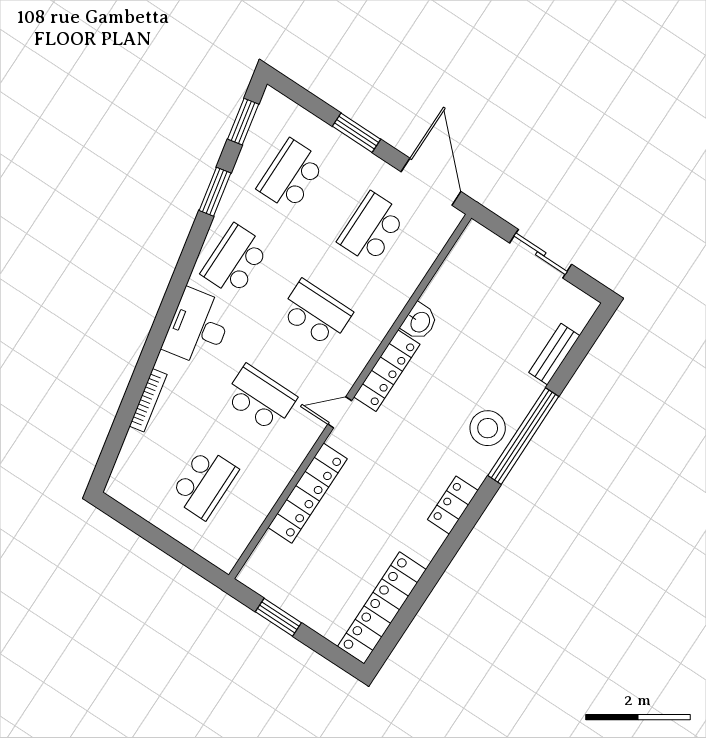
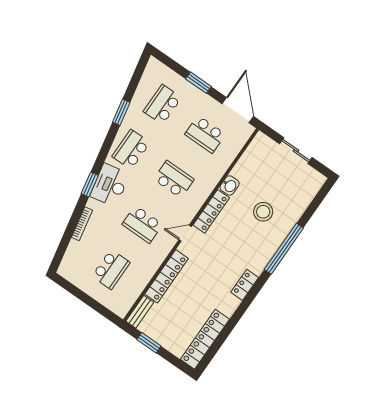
window: (243, 122) -> (90, 185), moved
school desk: (372, 228) -> (205, 134), turned -90
bench: (554, 354) -> (140, 312), moved
school desk: (260, 398) -> (142, 224), turned 180
stool: (488, 428) -> (263, 212), moved

